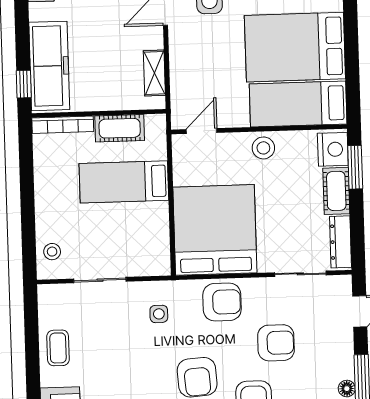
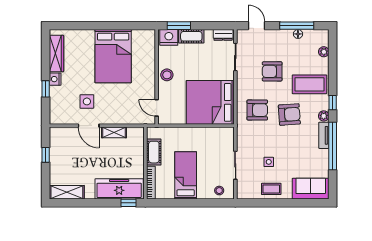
shelving: (154, 73) -> (114, 132), moved
bed: (298, 104) -> (144, 55), removed
bed: (124, 182) -> (186, 175), moved, turned 180
dresser: (340, 242) -> (223, 35), width x0.70
armchair: (222, 302) -> (257, 110), moved, turned 90
side table: (159, 314) -> (269, 162), moved
armchair: (276, 343) -> (272, 71), turned -90

